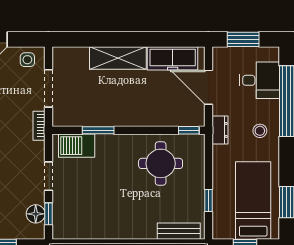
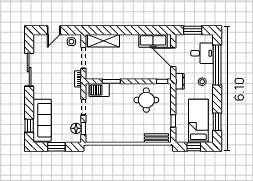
shelving: (118, 58) -> (103, 41), moved

